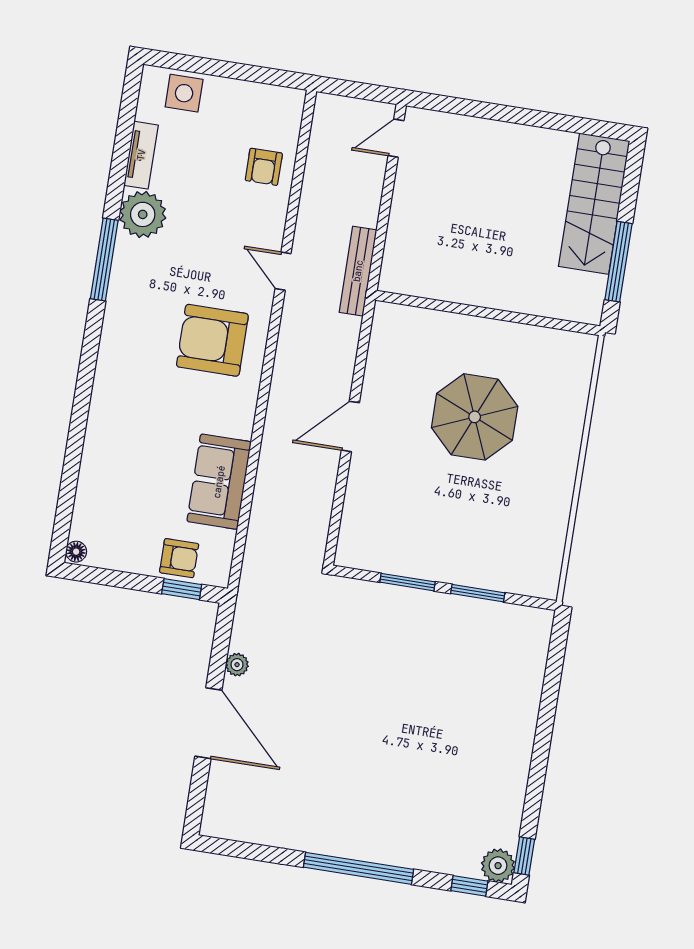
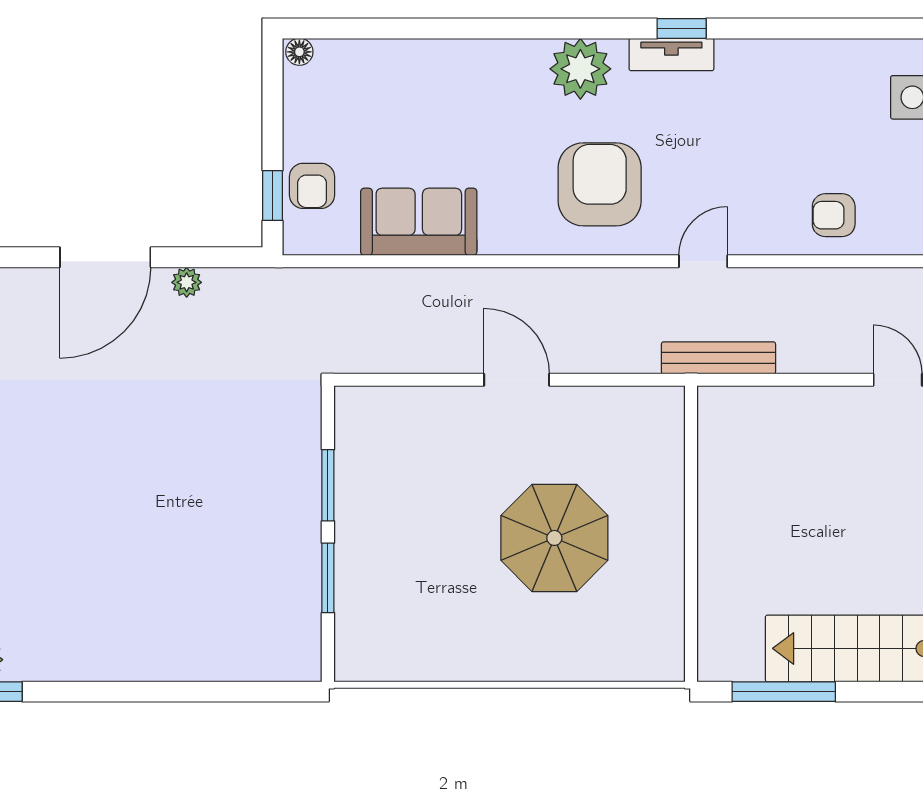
tv unit: (141, 155) -> (671, 54), moved
plant: (143, 214) -> (580, 69), moved
window: (104, 259) -> (682, 28), width x0.46

